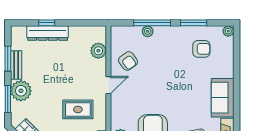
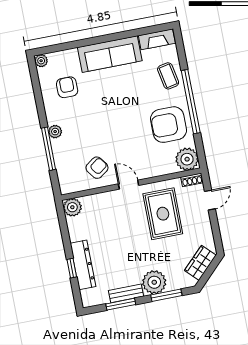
window: (194, 23) -> (39, 102), removed
plant: (148, 31) -> (55, 132), moved
plant: (98, 51) -> (72, 207), moved
sofa: (223, 98) -> (110, 54), width x1.36
rug: (78, 109) -> (163, 214), width x1.36, depth x1.43

